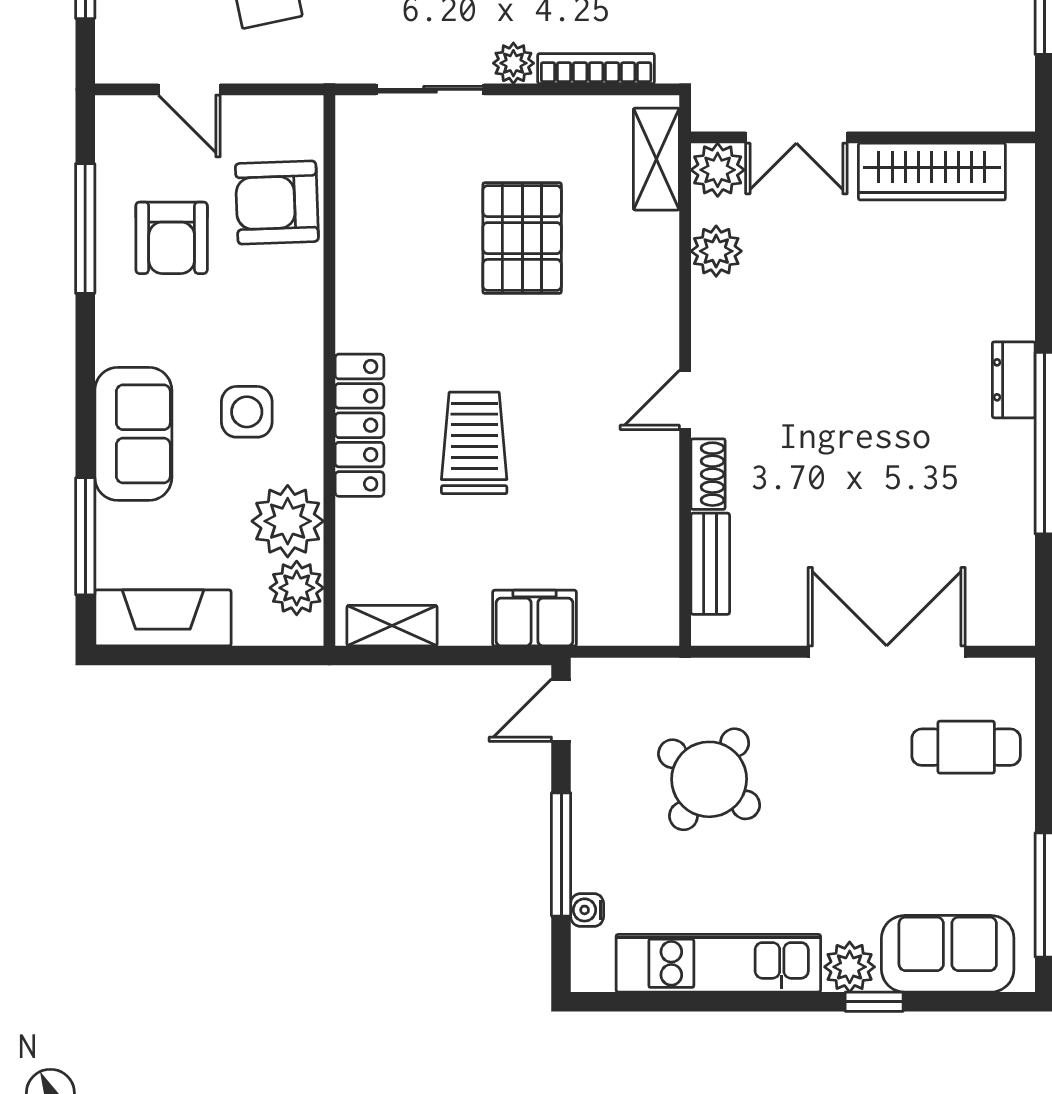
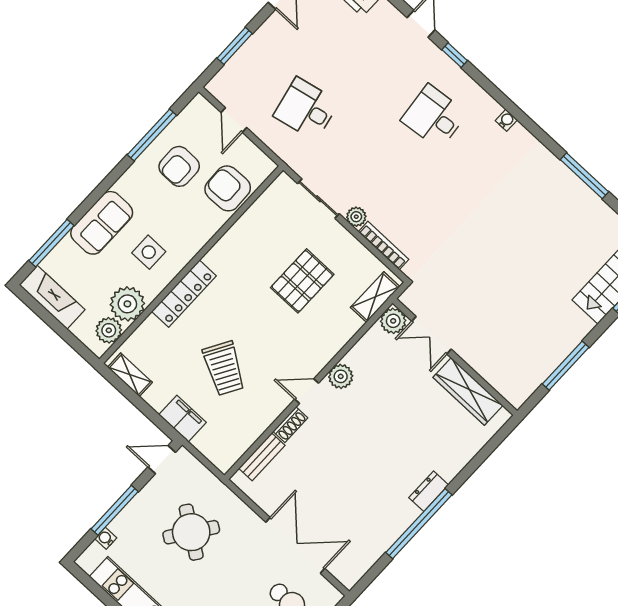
plant: (716, 251) -> (341, 376), moved
trolley: (474, 443) -> (224, 368), moved, turned 120

